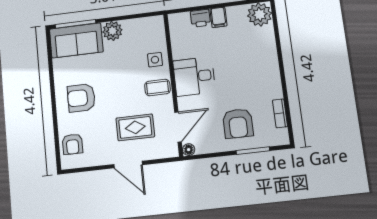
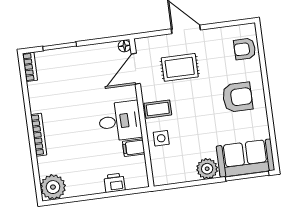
filing cabinet: (218, 17) -> (134, 148), moved, turned -90
bookcase: (274, 64) -> (39, 135), added
bookcase: (280, 113) -> (30, 67), moved
armchair: (238, 123) -> (75, 73), removed
armchair: (72, 144) -> (245, 49), turned -90

